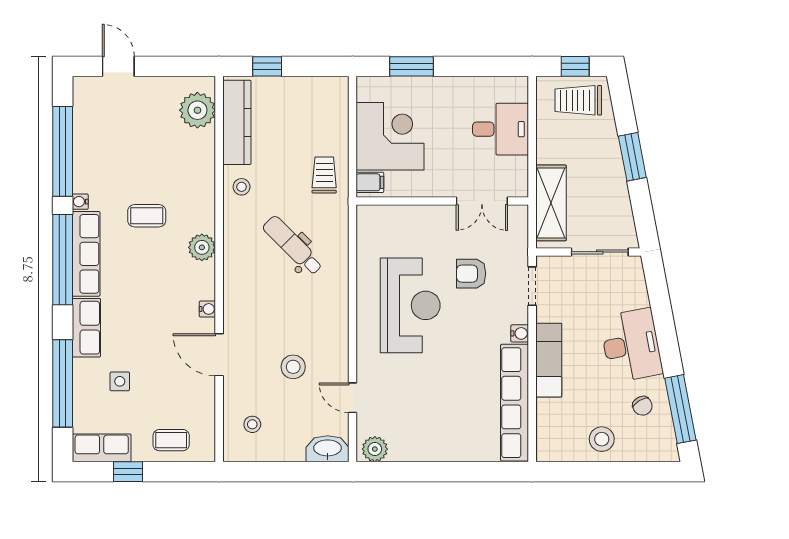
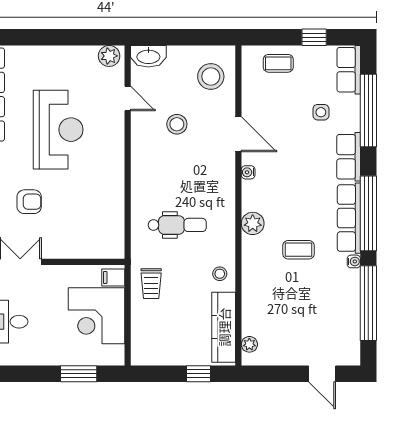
plant: (197, 110) -> (249, 344), width x0.53, depth x0.53
dental chair: (293, 246) -> (177, 225), turned -45
reception desk: (410, 305) -> (58, 130), moved, turned 180
stool: (252, 424) -> (211, 76), width x1.89, depth x1.89
row of seats: (102, 448) -> (349, 70), moved, turned 90

